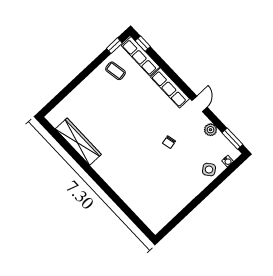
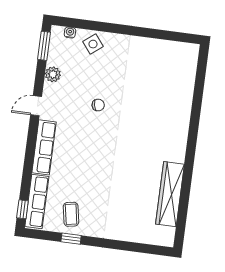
window: (114, 46) -> (71, 239), moved

